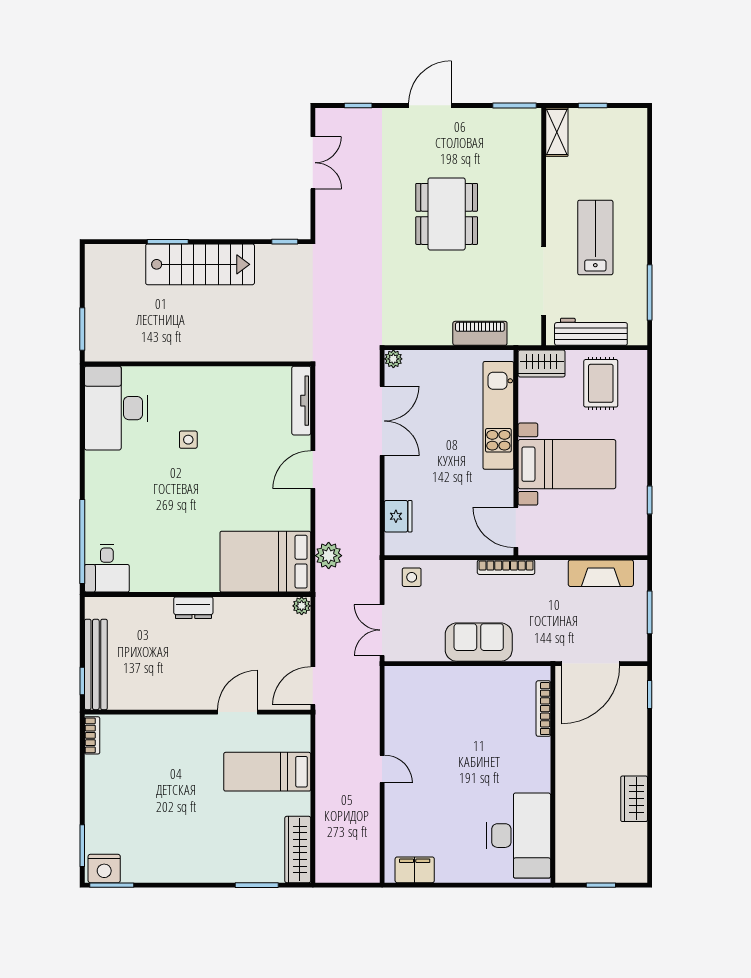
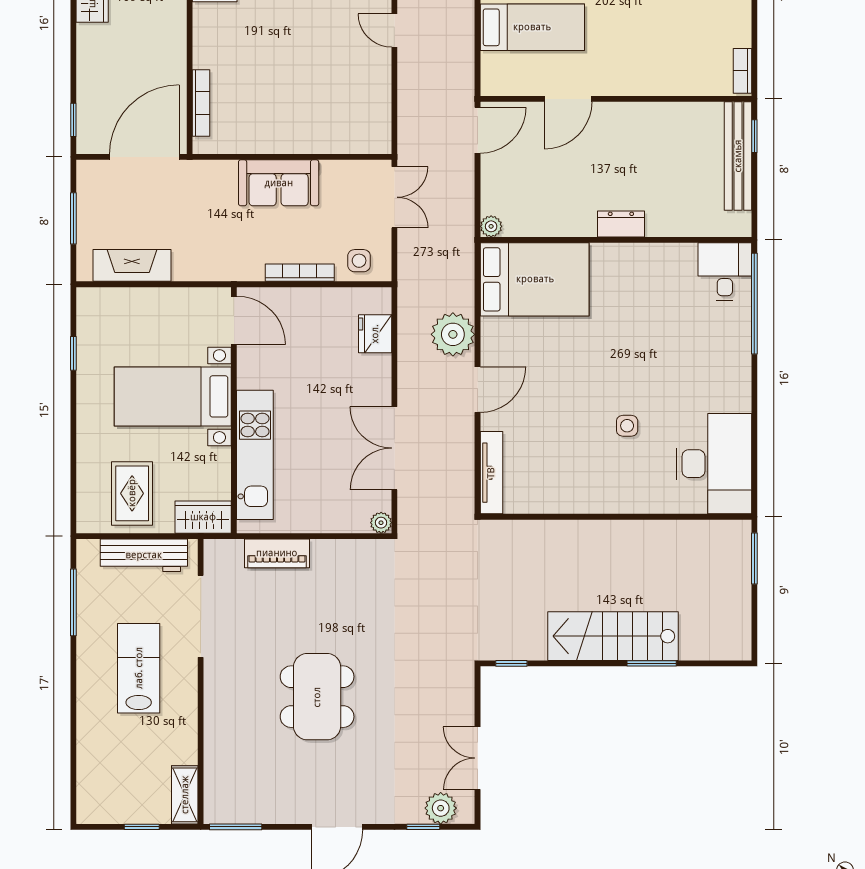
plant: (344, 121) -> (441, 808), added
lab bench: (595, 237) -> (139, 668), turned 180
plant: (329, 556) -> (453, 334), moved, width x1.36, depth x1.36
bookcase: (506, 567) -> (300, 273), moved

